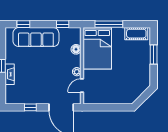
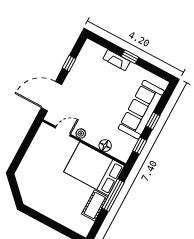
window: (23, 24) -> (153, 121), moved
cot: (136, 34) -> (95, 205), moved
window: (154, 55) -> (55, 226), removed
door: (82, 86) -> (63, 131), hinge flipped

